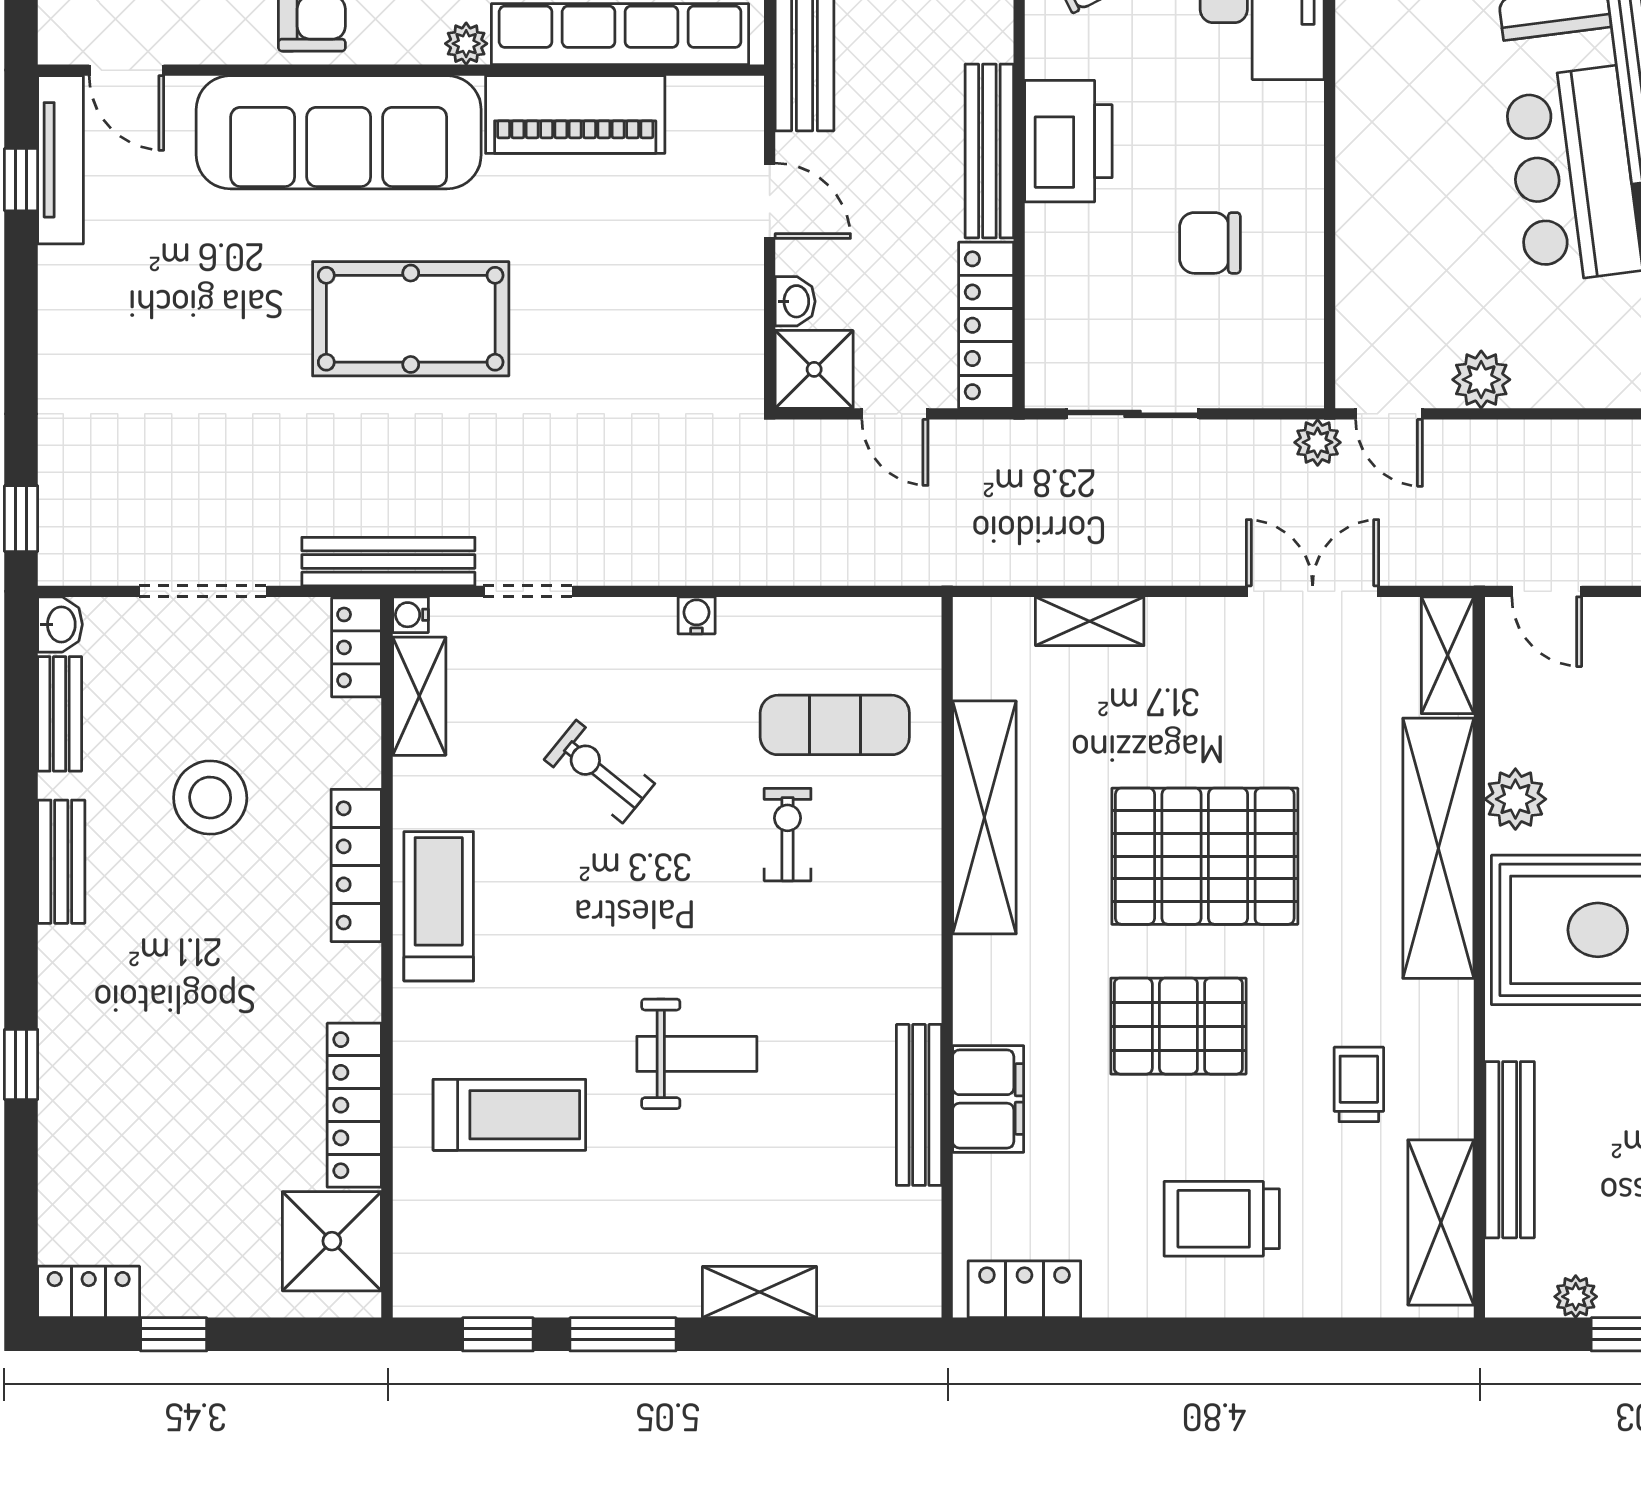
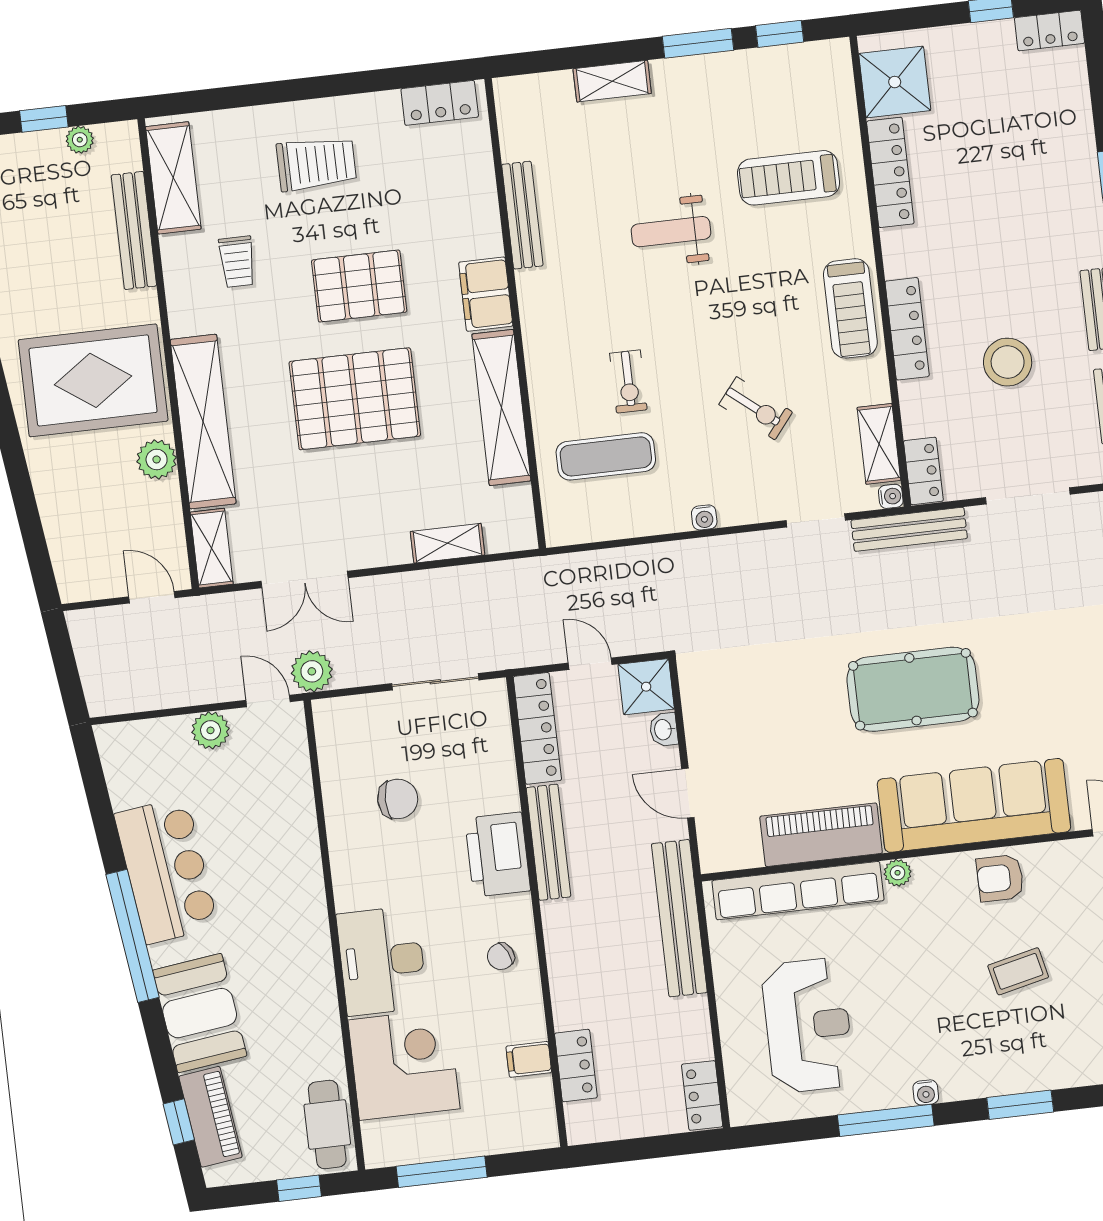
plant: (1318, 442) -> (312, 671), width x1.38, depth x1.38
filing cabinet: (988, 1099) -> (486, 294), moved

